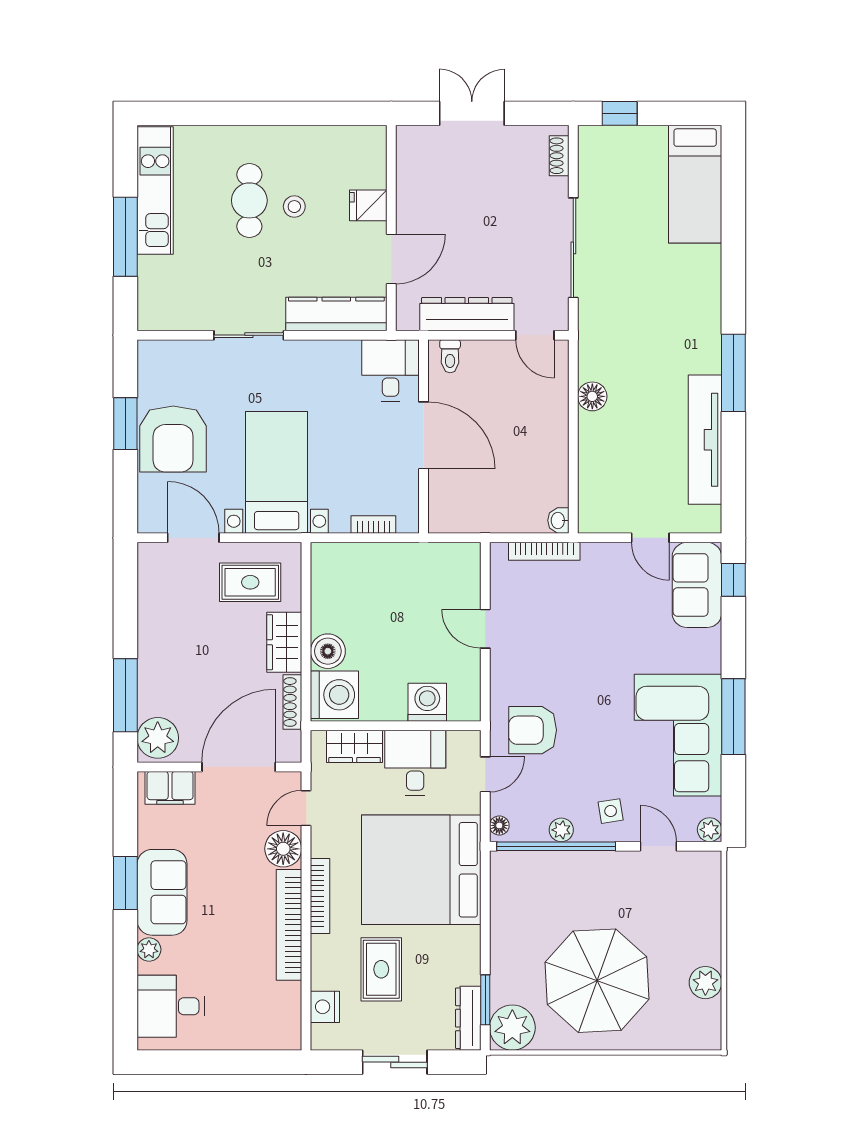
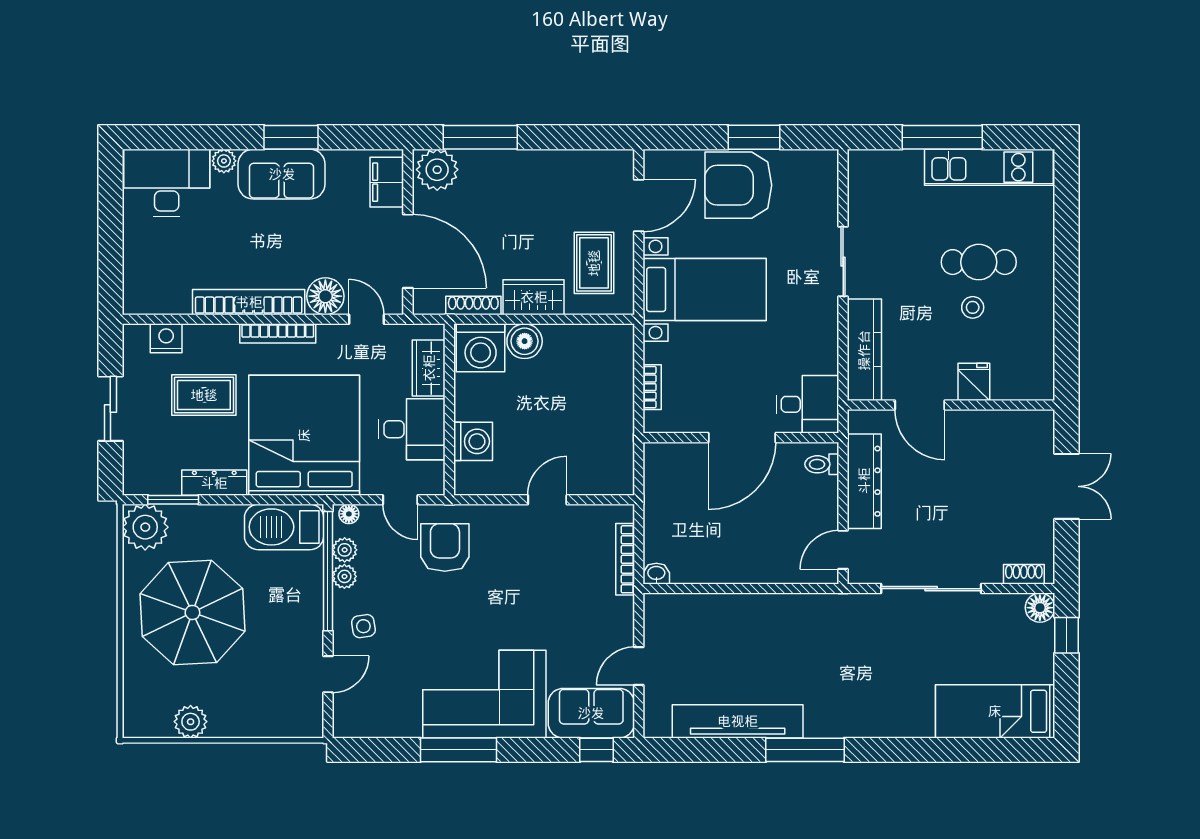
floor lamp: (592, 396) -> (1040, 608), moved
corner sofa: (678, 735) -> (484, 694), moved
plant: (710, 830) -> (345, 550), moved
barbecue: (512, 890) -> (284, 527), added
desk: (171, 1006) -> (167, 183), width x1.37
dresser: (468, 1018) -> (214, 483), moved

